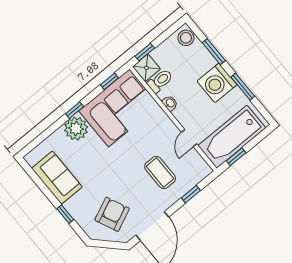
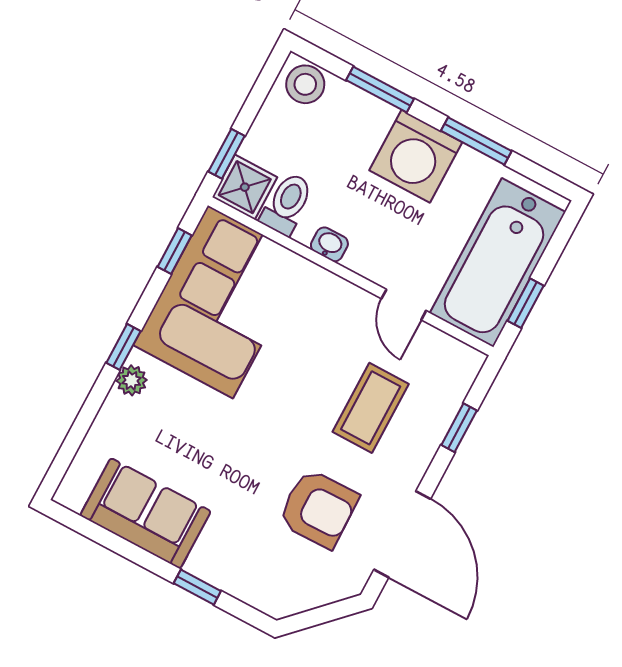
plant: (76, 129) -> (132, 380), width x0.53, depth x0.53
coffee table: (160, 172) -> (371, 408), turned 90
armchair: (112, 214) -> (318, 509), moved, turned 113

